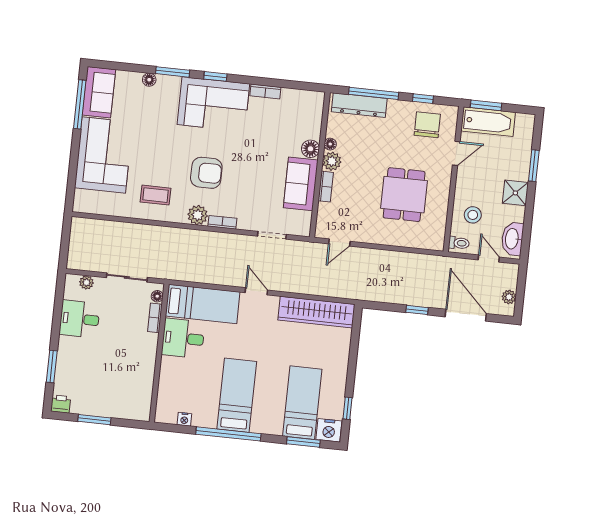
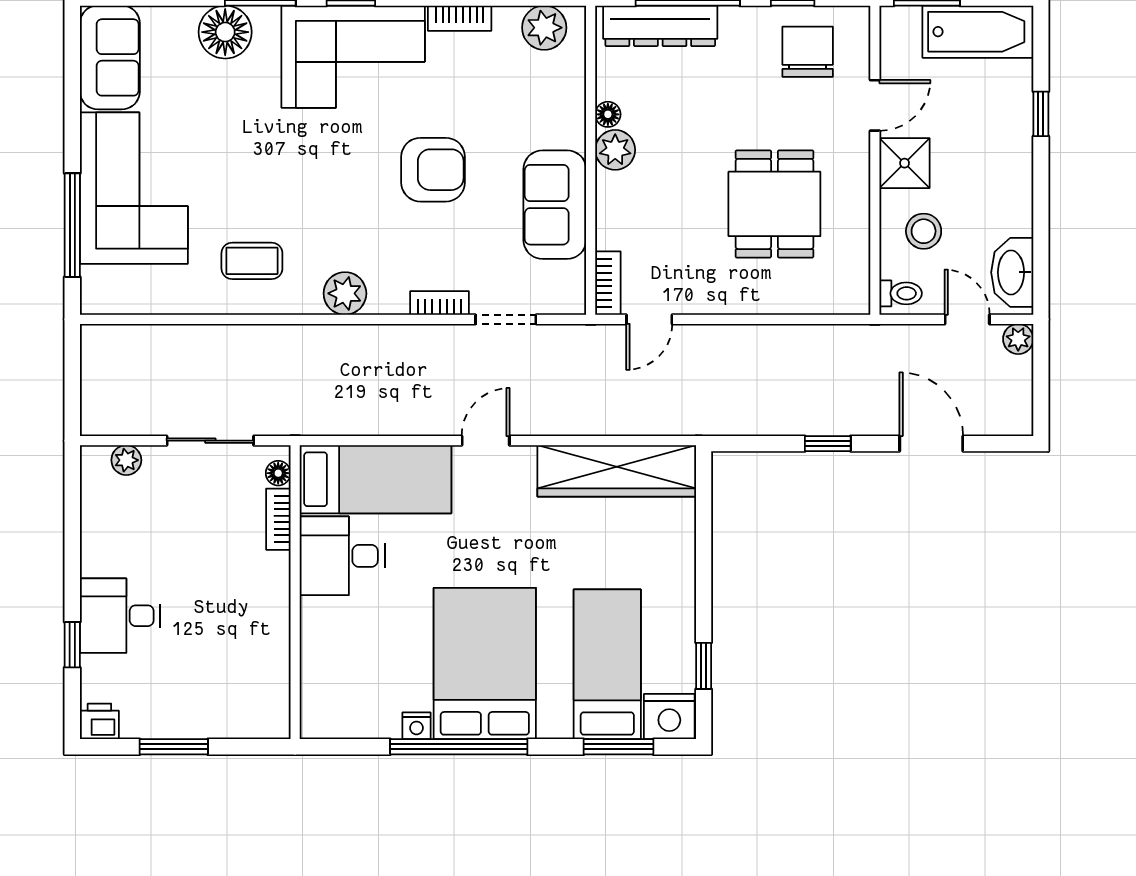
floor lamp: (149, 80) -> (225, 32), width x1.89, depth x1.89
plant: (305, 100) -> (544, 28), added
window: (80, 104) -> (72, 225), moved
bathtub: (488, 122) -> (978, 32), moved
floor lamp: (310, 149) -> (567, 129), removed
window: (534, 166) -> (1041, 114), width x0.67
armchair: (206, 173) -> (433, 170), moved
bookcase: (326, 187) -> (608, 283), moved
shower: (515, 193) -> (905, 163), moved
bookcase: (222, 222) -> (440, 303), moved
door: (256, 291) -> (486, 441), hinge flipped
plant: (509, 297) -> (1018, 339), moved
door: (466, 315) -> (931, 444), width x0.73
desk: (80, 319) -> (120, 616), moved
window: (52, 367) -> (72, 645), width x0.67
bed: (237, 395) -> (485, 664), width x1.50
nightstand: (184, 419) -> (417, 726), moved

